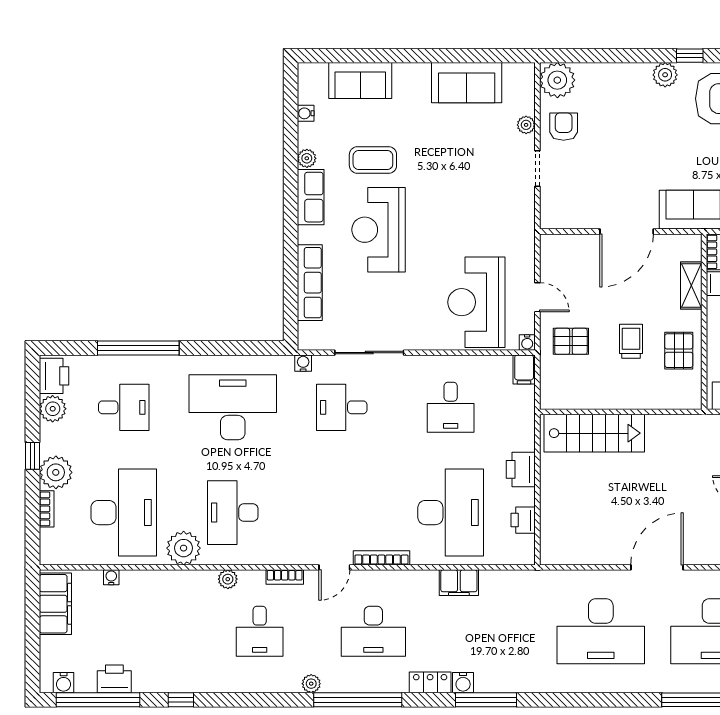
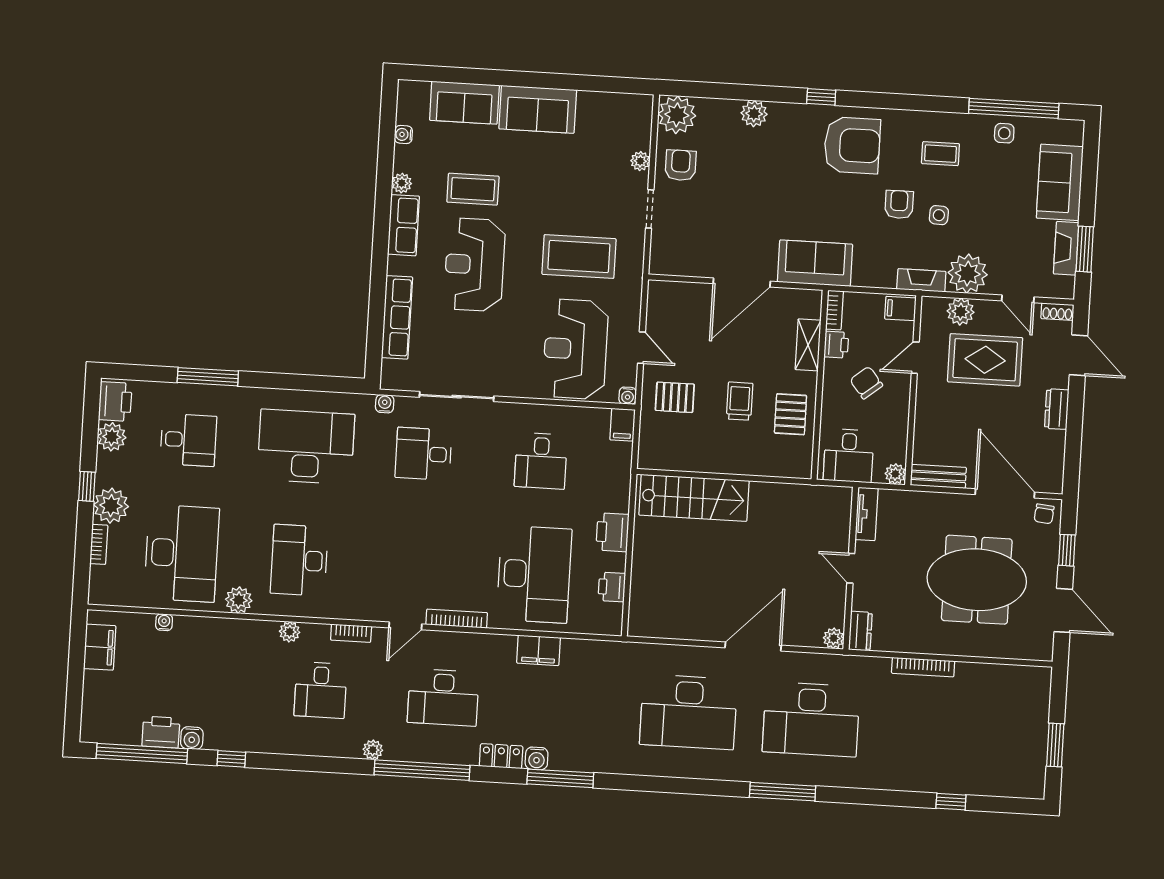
plant: (665, 75) -> (754, 114), moved
sofa: (467, 83) -> (538, 109), moved
coffee table: (475, 216) -> (579, 256), added
window: (138, 348) -> (208, 377), width x0.68
plant: (184, 548) -> (239, 600), width x0.73, depth x0.73
filing cabinet: (55, 604) -> (100, 647), width x0.67, depth x0.86
water cooler: (64, 683) -> (192, 738), moved

